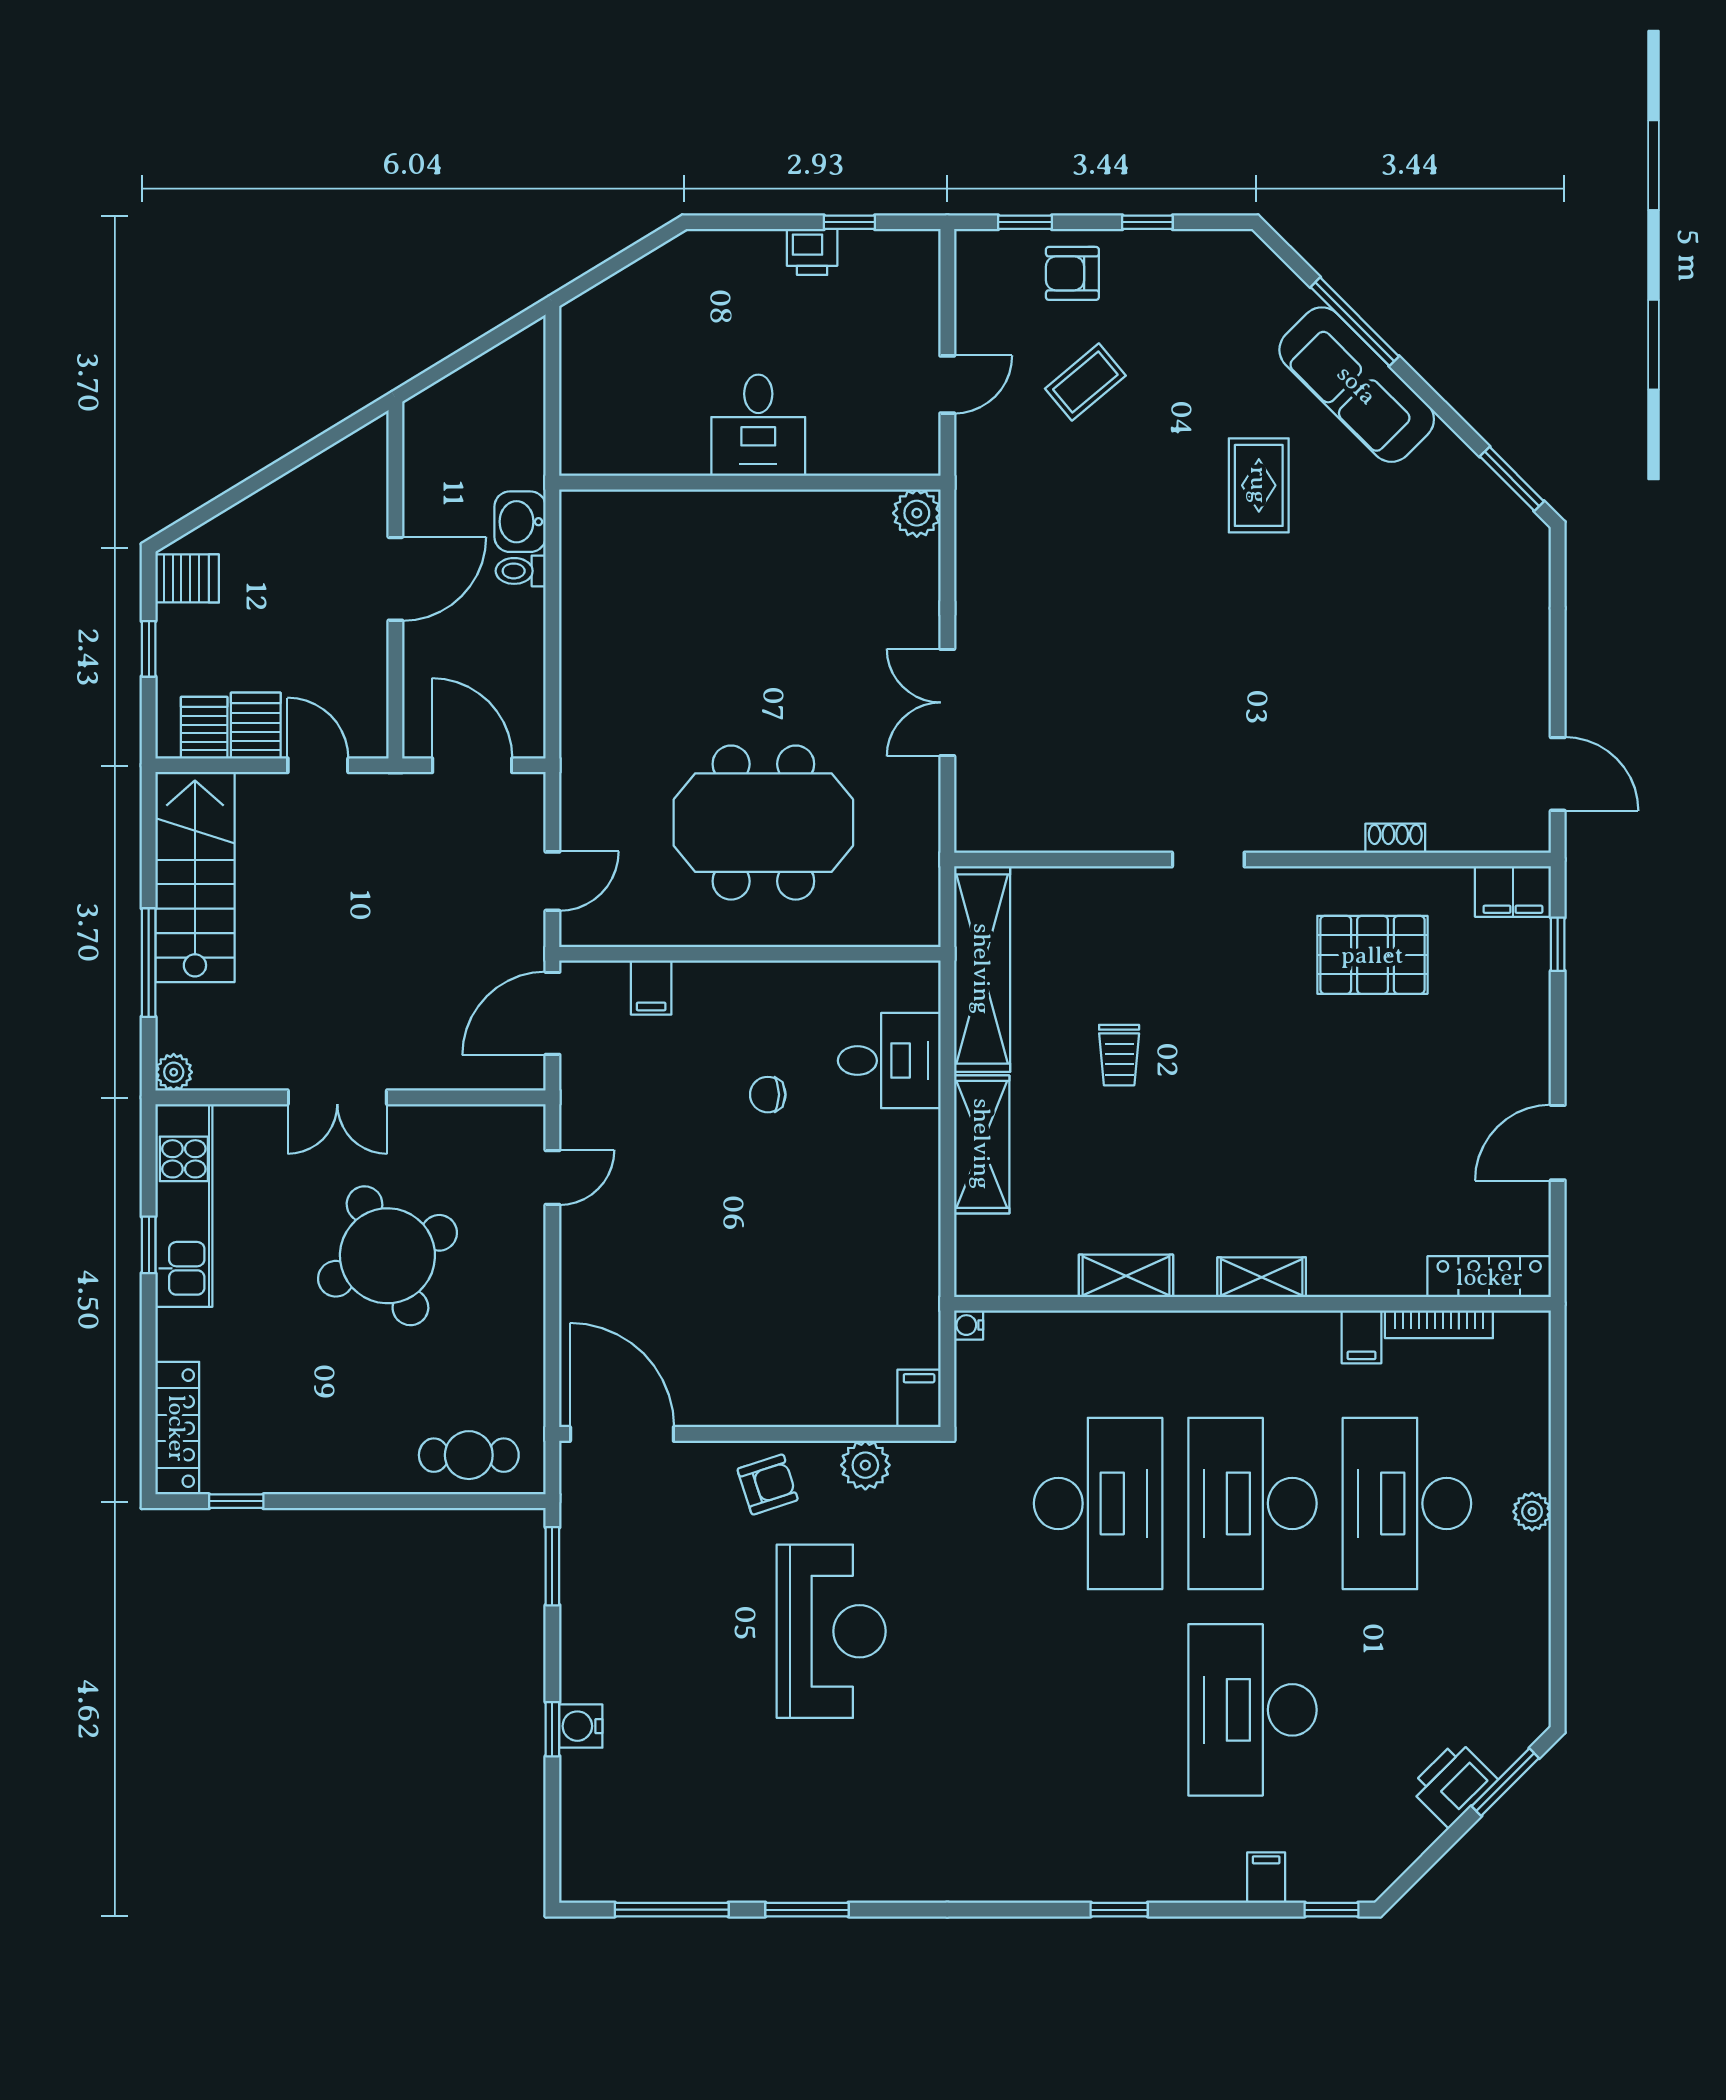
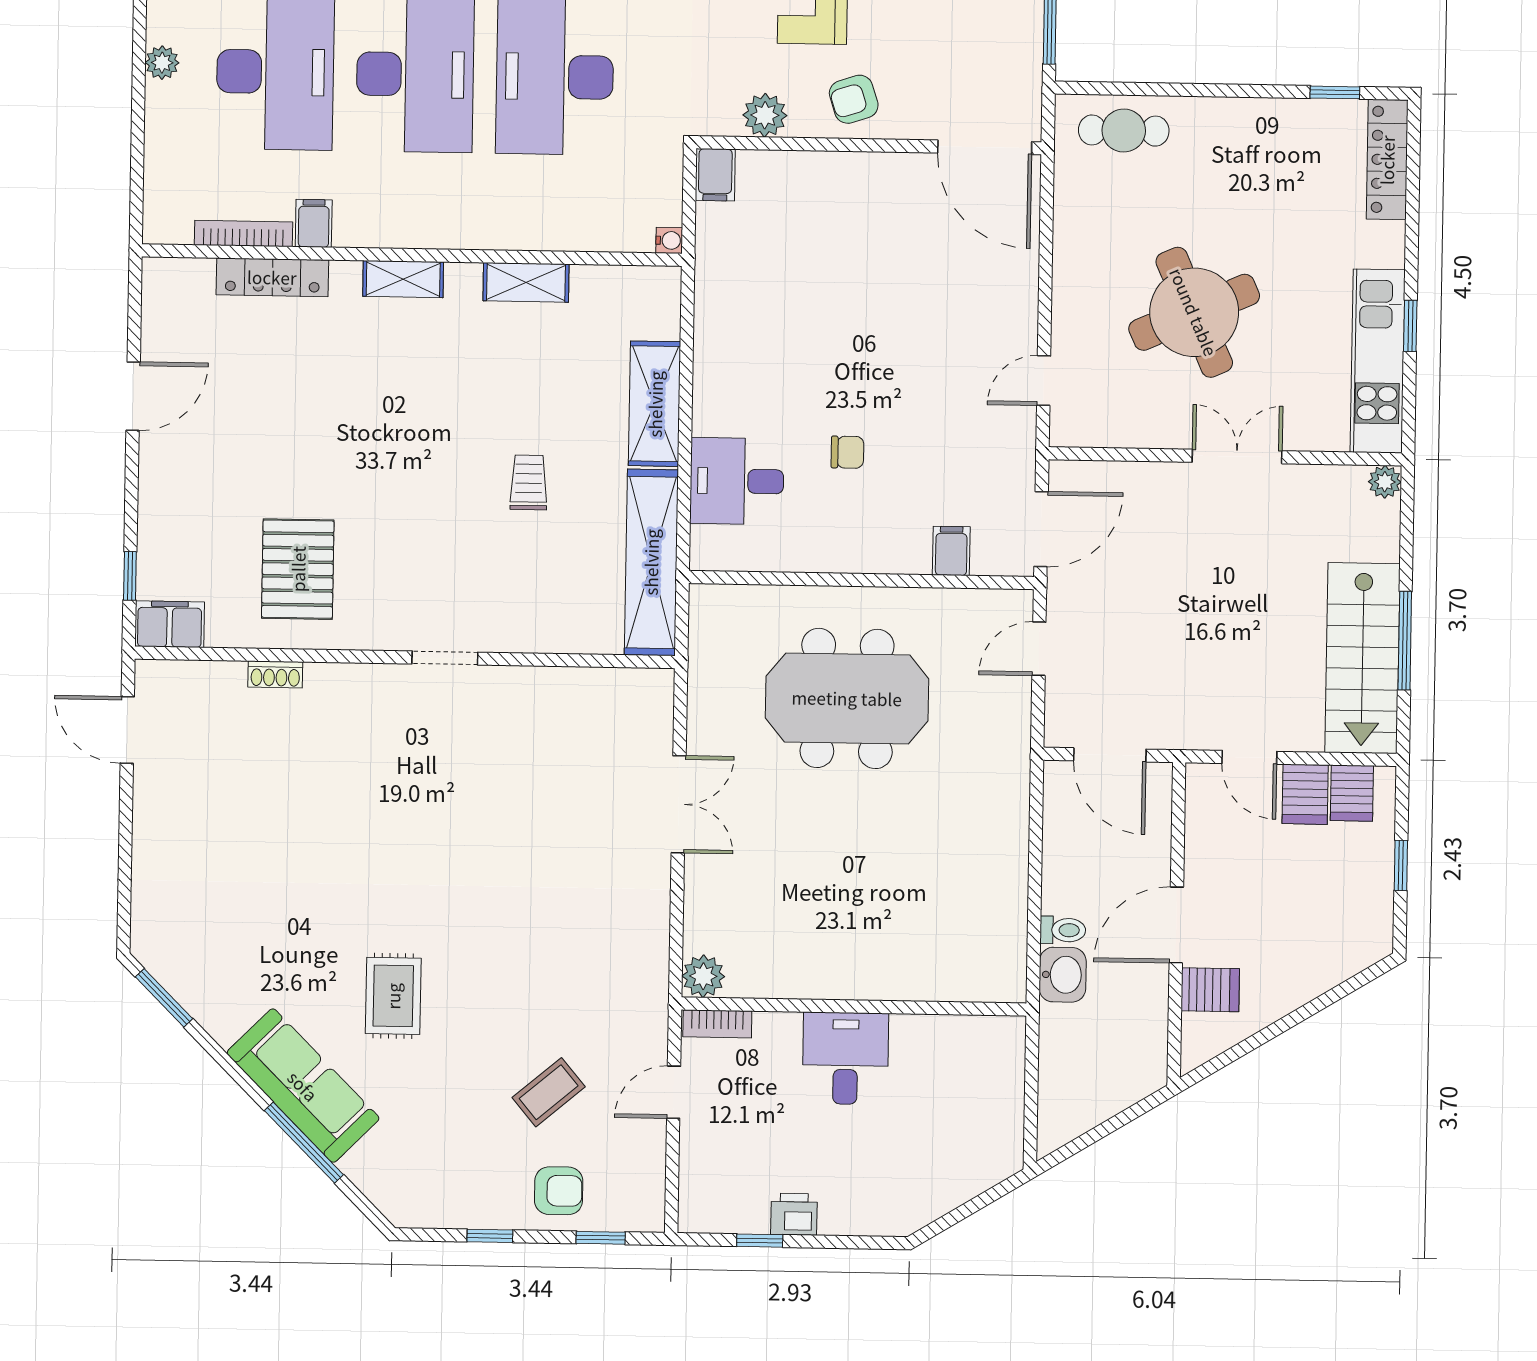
bookcase: (900, 461) -> (717, 1024), added
server rack: (187, 578) -> (1210, 990), moved, turned 180
pallet: (1372, 955) -> (298, 569), turned 90
window: (149, 963) -> (1405, 641), moved
locker: (1489, 1277) -> (272, 277), moved

